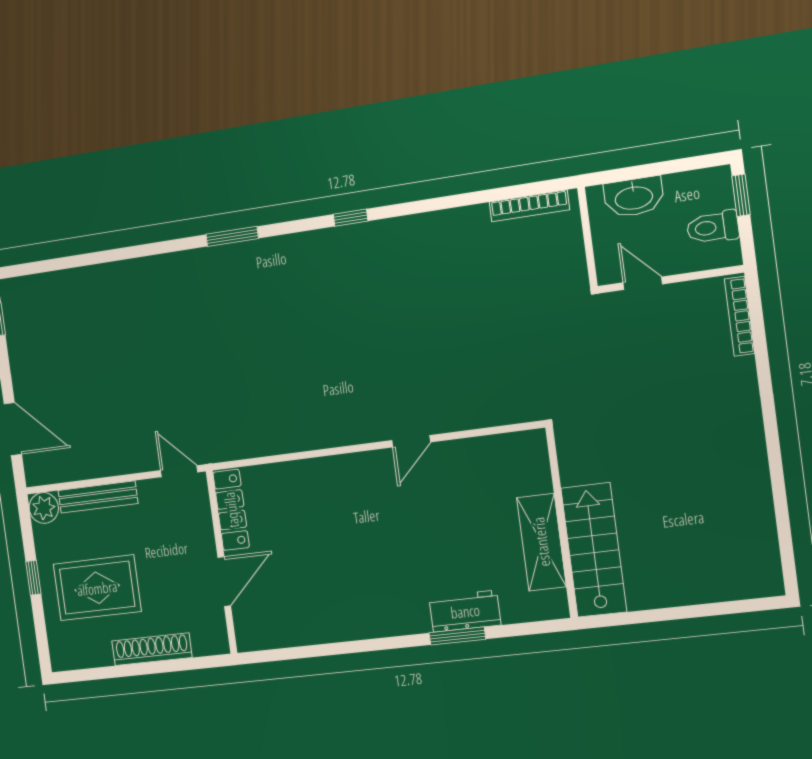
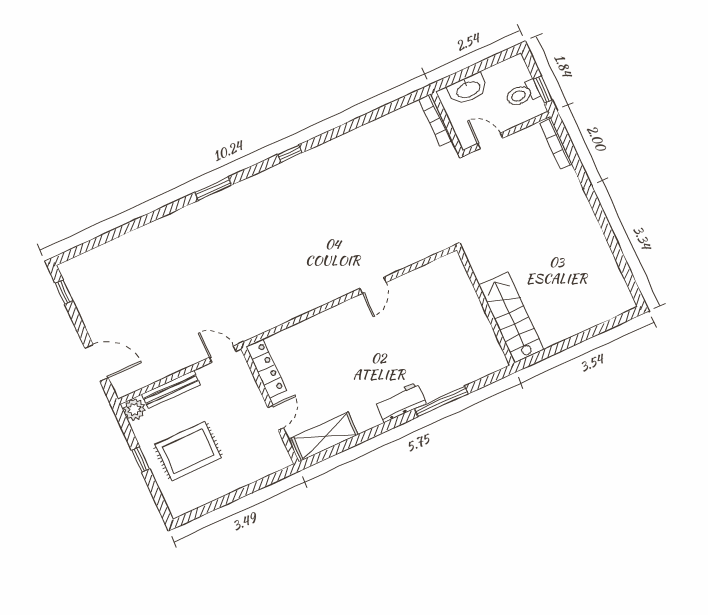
window: (741, 195) -> (543, 90), moved
bookcase: (529, 206) -> (436, 120), moved, turned 90
shelving: (541, 542) -> (325, 436), moved, turned 90
door: (224, 582) -> (275, 418), width x0.73
workbench: (465, 611) -> (400, 402), moved
window: (457, 636) -> (441, 401), width x1.44
shoe rack: (152, 649) -> (239, 480), removed

